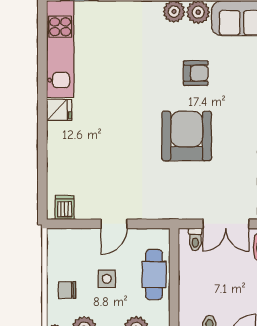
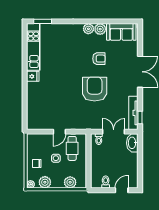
dishwasher: (65, 208) -> (35, 124), removed
double door: (226, 224) -> (114, 132), swing flipped
cafe table: (154, 275) -> (72, 148), moved

